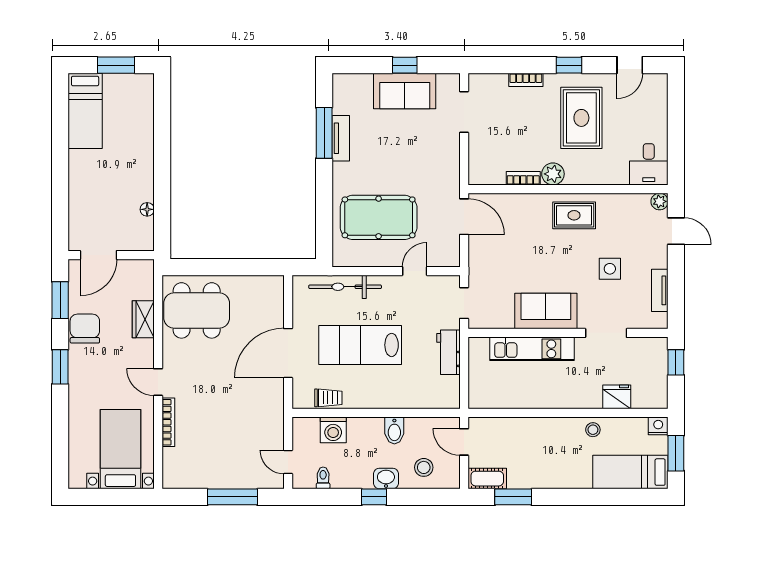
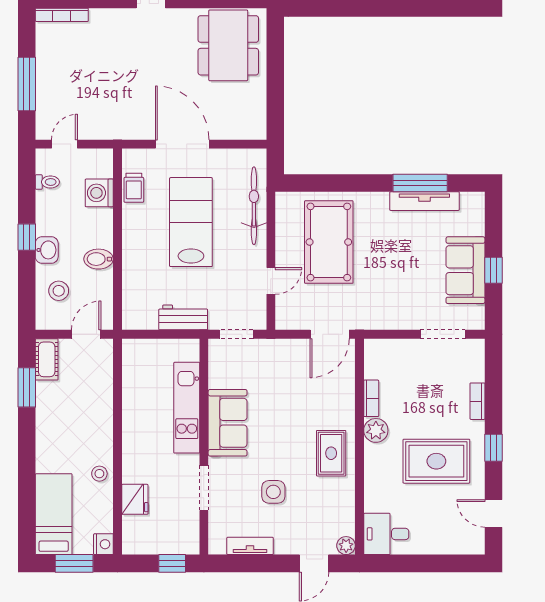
tv unit: (341, 138) -> (424, 201), width x1.41
door: (415, 271) -> (271, 281), hinge flipped
bookcase: (168, 422) -> (62, 15), moved

